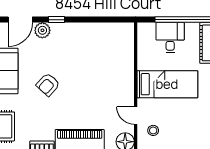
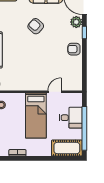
armchair: (79, 33) -> (74, 49), added
door: (136, 116) -> (55, 92), moved

